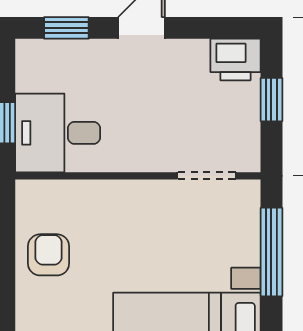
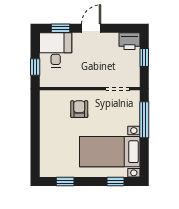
desk: (58, 133) -> (56, 50), moved, turned 90
armchair: (49, 255) -> (79, 109), moved

